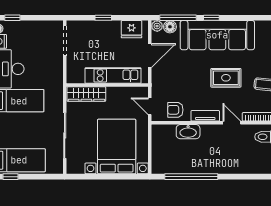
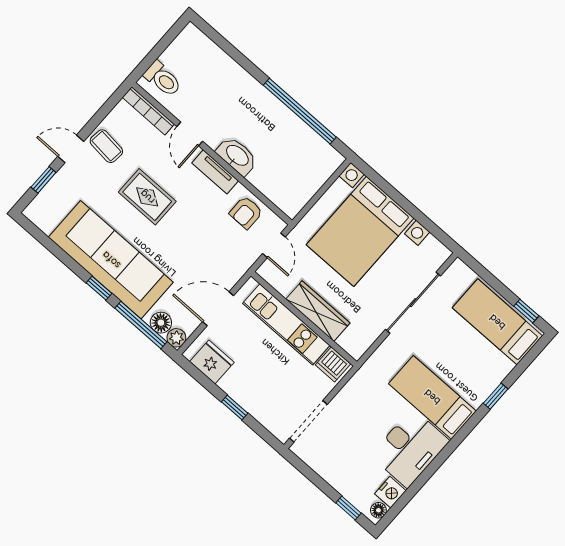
dishwasher: (76, 76) -> (333, 364), added
wardrobe: (86, 94) -> (318, 311), moved
armchair: (175, 110) -> (246, 213), turned 90
washbasin: (188, 132) -> (237, 156), moved

